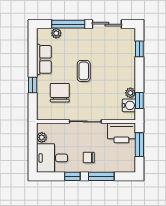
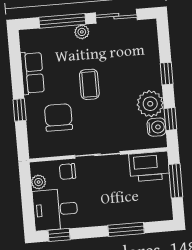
plant: (56, 33) -> (82, 32), moved
window: (139, 49) -> (167, 74), moved
plant: (130, 93) -> (150, 104), width x1.88, depth x1.88
chair: (89, 158) -> (67, 171), moved
window: (72, 176) -> (59, 235), moved

